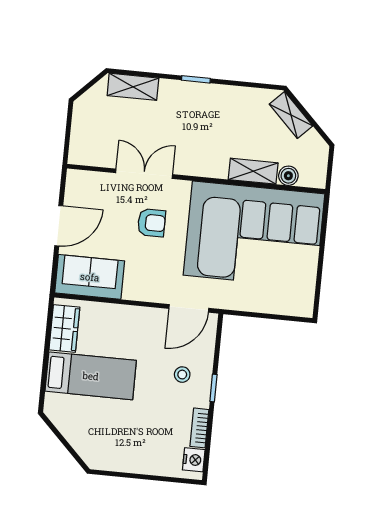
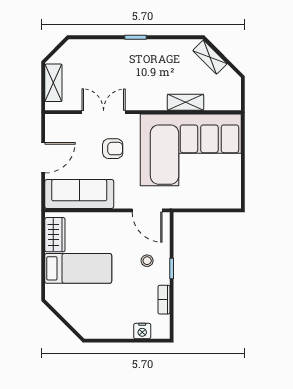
shelving: (133, 87) -> (53, 83), moved, turned 90
boiler: (288, 176) -> (212, 103), removed
sofa: (90, 277) -> (79, 194), width x1.36
door: (189, 308) -> (147, 210), hinge flipped
nightstand: (194, 460) -> (142, 331), moved, turned 90

